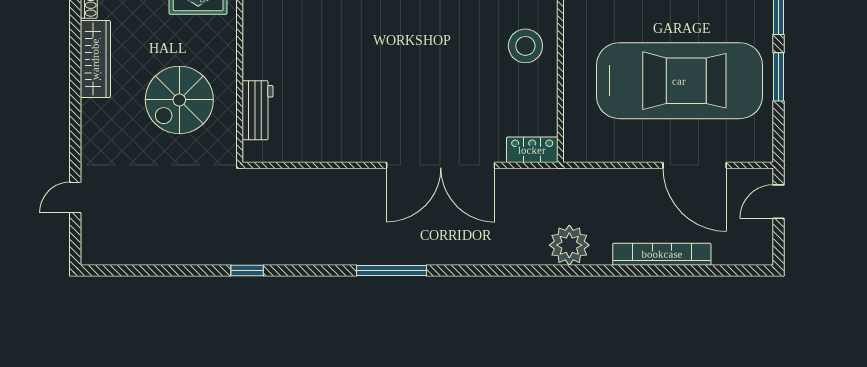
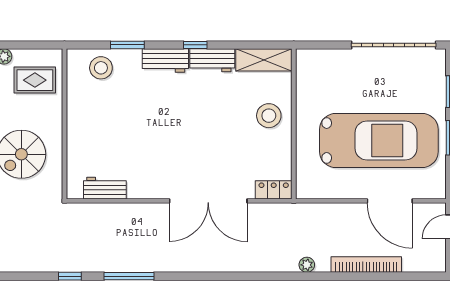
workbench: (258, 110) -> (105, 188), moved, turned -90
plant: (569, 245) -> (307, 265), width x0.53, depth x0.53
window: (392, 270) -> (129, 276), moved

